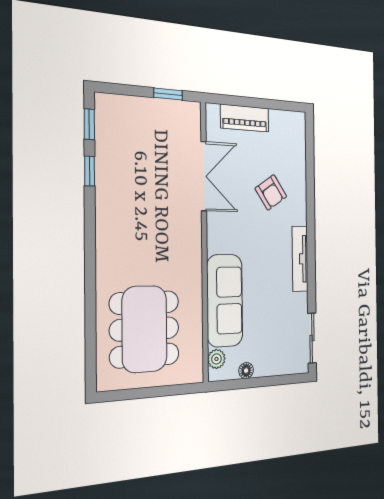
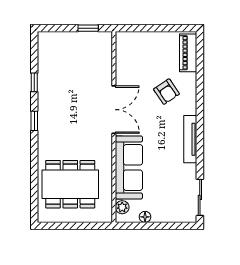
piano: (245, 118) -> (188, 53), moved, turned 90
window: (89, 124) -> (34, 121), moved
double door: (204, 176) -> (114, 110), moved
dining table: (144, 329) -> (70, 184), turned 90

